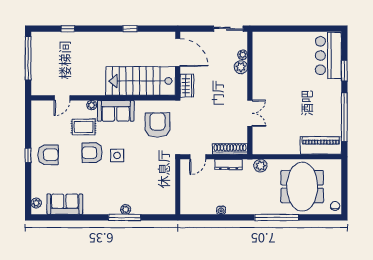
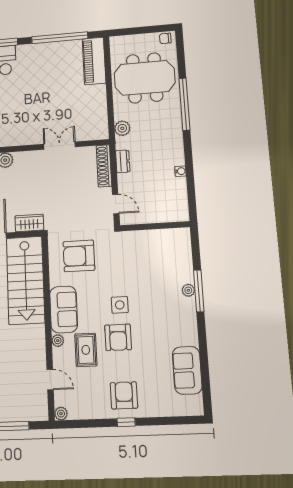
dresser: (229, 164) -> (123, 161), width x0.70
plant: (36, 203) -> (61, 414), moved

